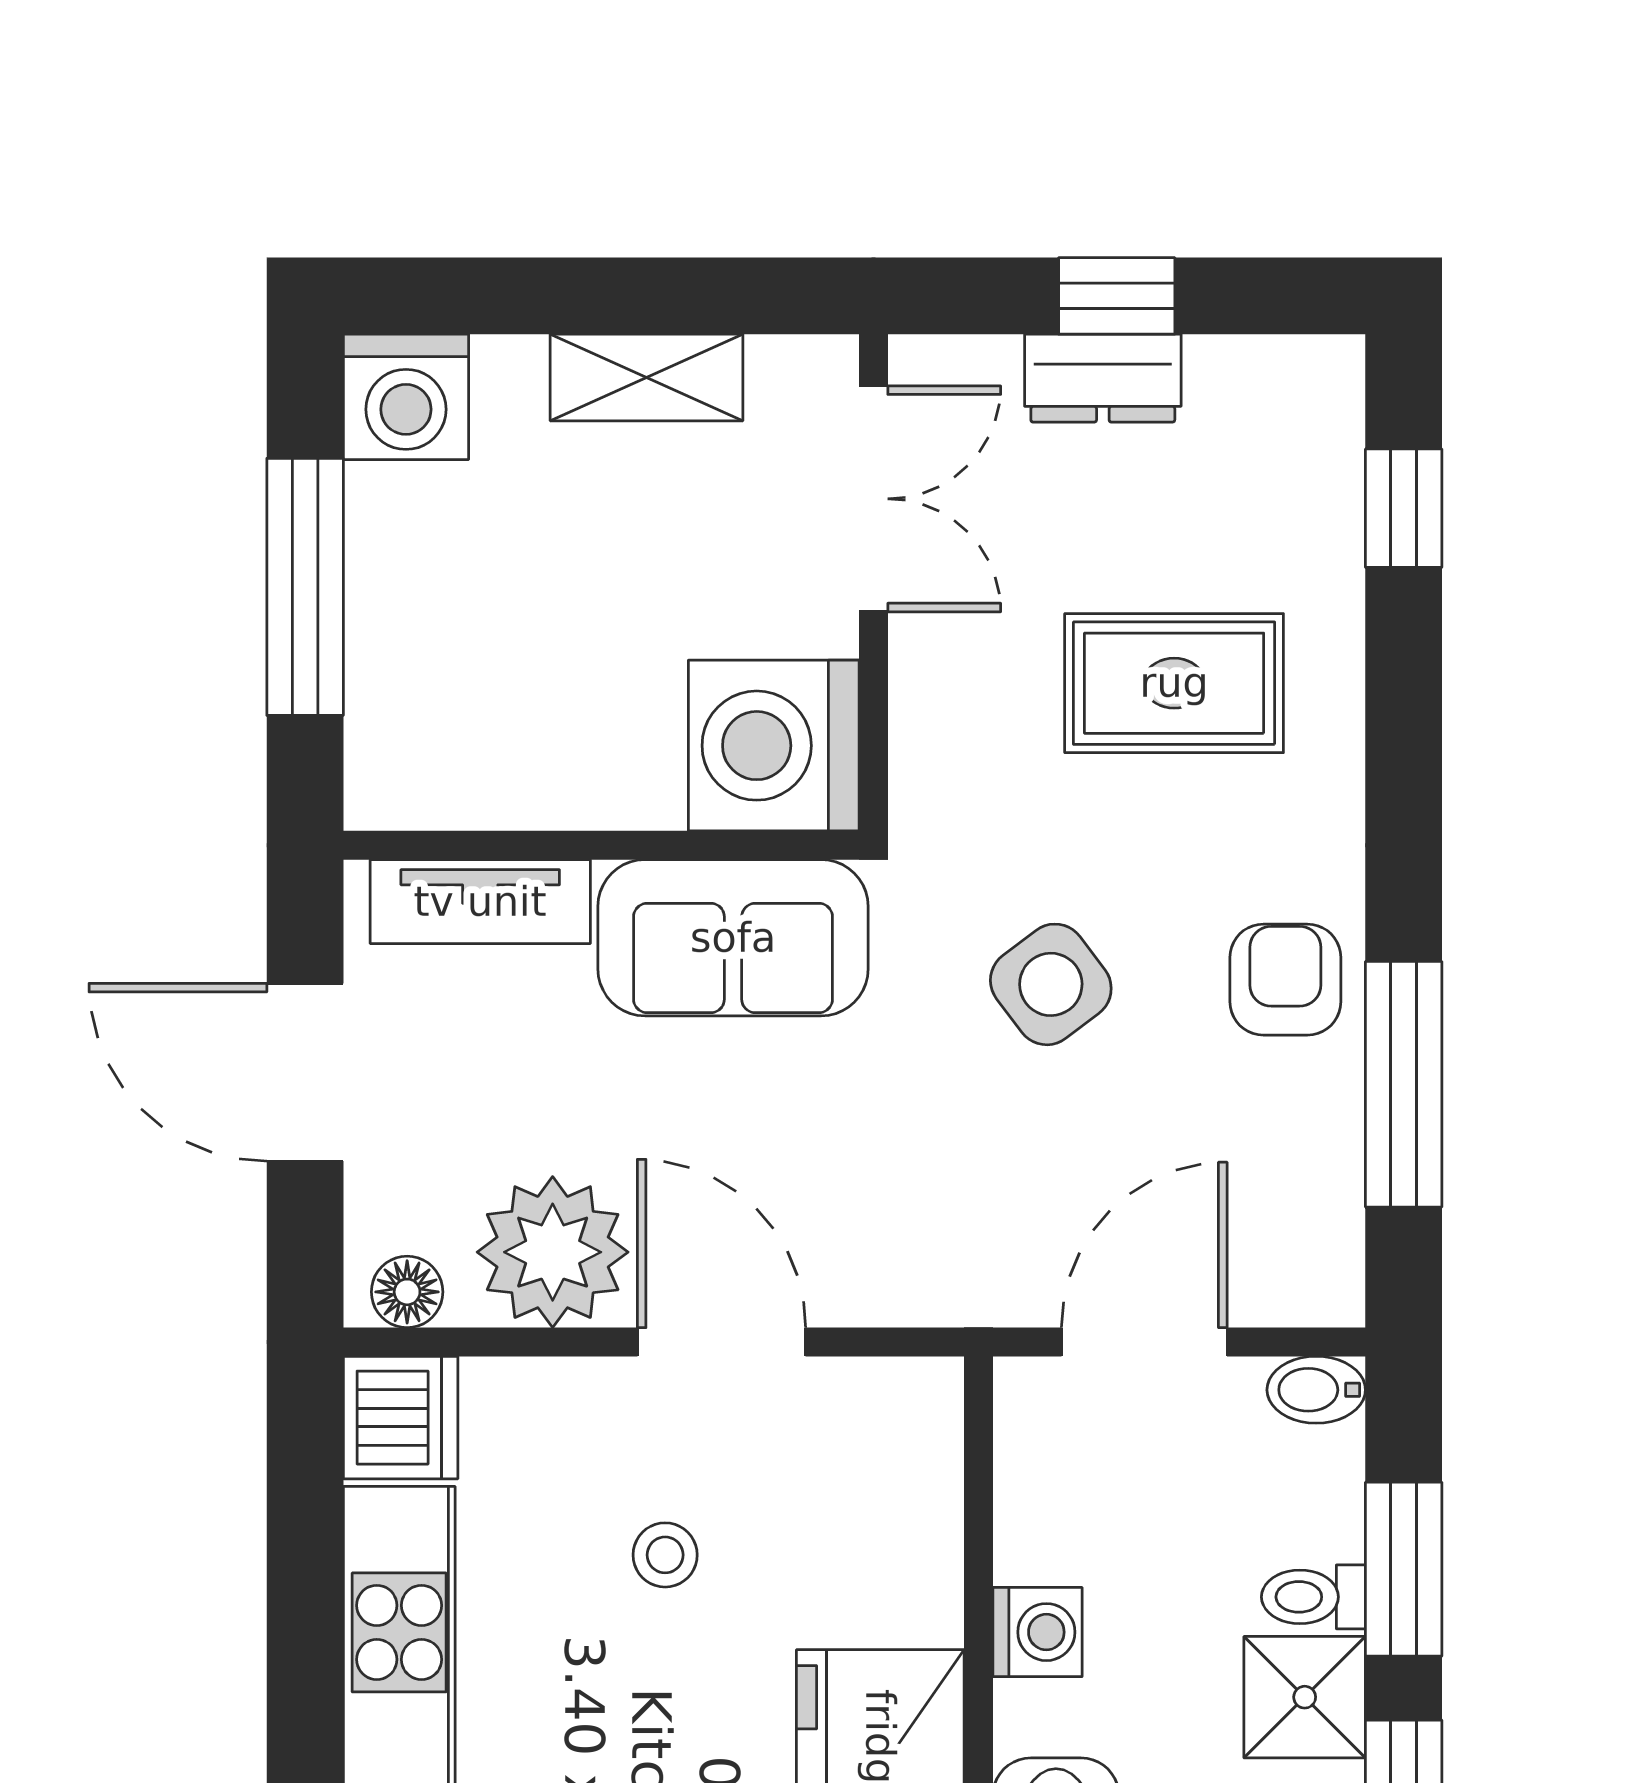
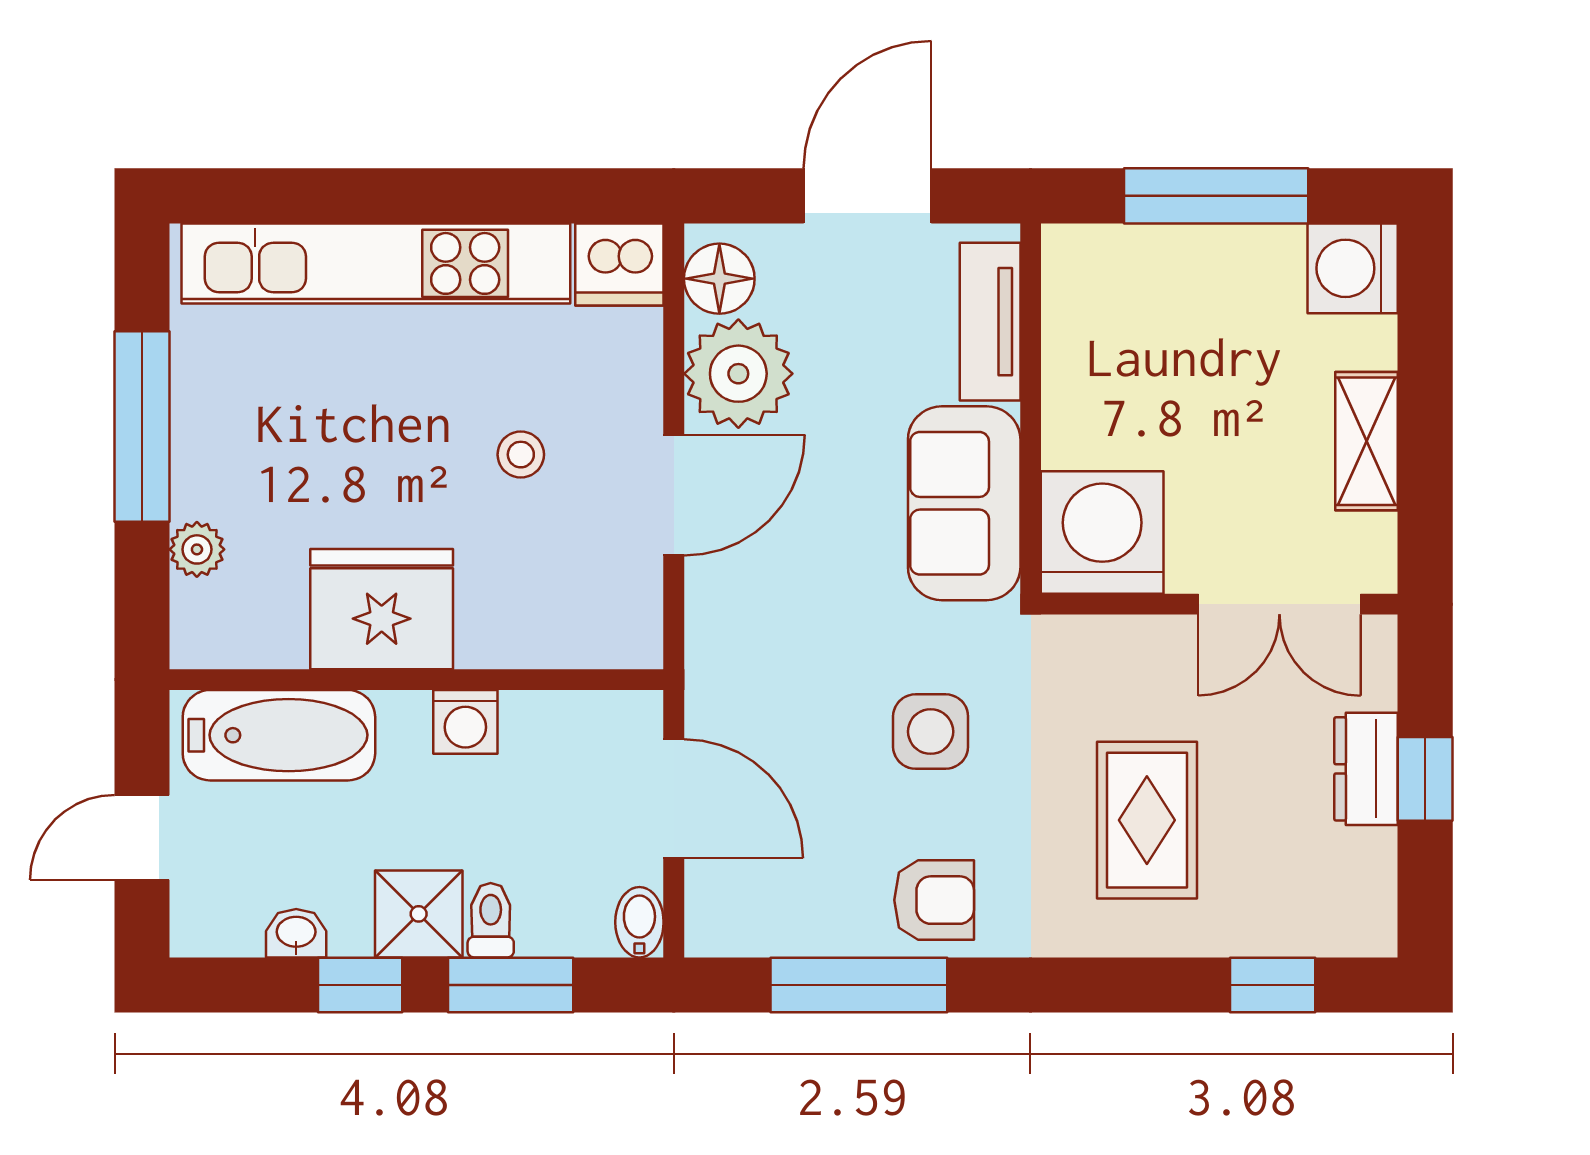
side table: (1051, 984) -> (931, 732), turned 37
floor lamp: (407, 1292) -> (719, 279), width x1.37, depth x1.37

